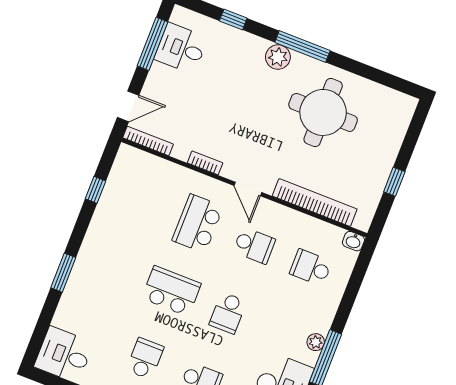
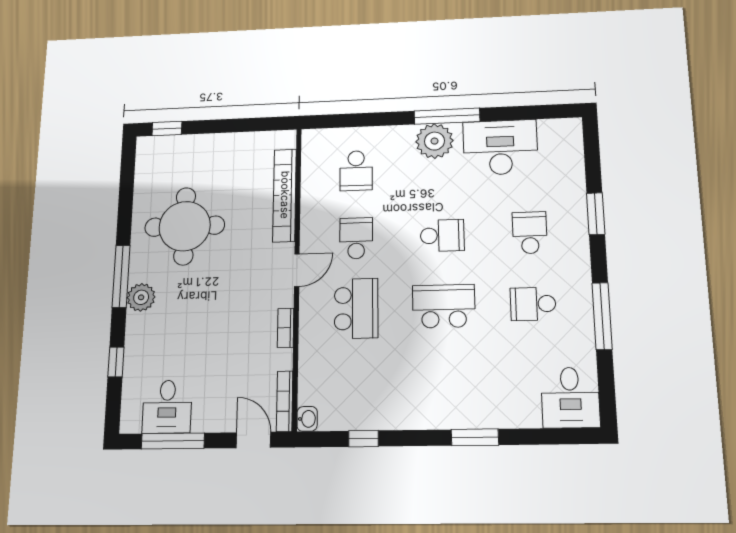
window: (394, 182) -> (167, 128), moved
school desk: (198, 223) -> (356, 308), turned -90
washbasin: (353, 241) -> (307, 419), moved
school desk: (171, 291) -> (444, 306), turned 90
plant: (316, 342) -> (434, 141), width x1.88, depth x1.88

